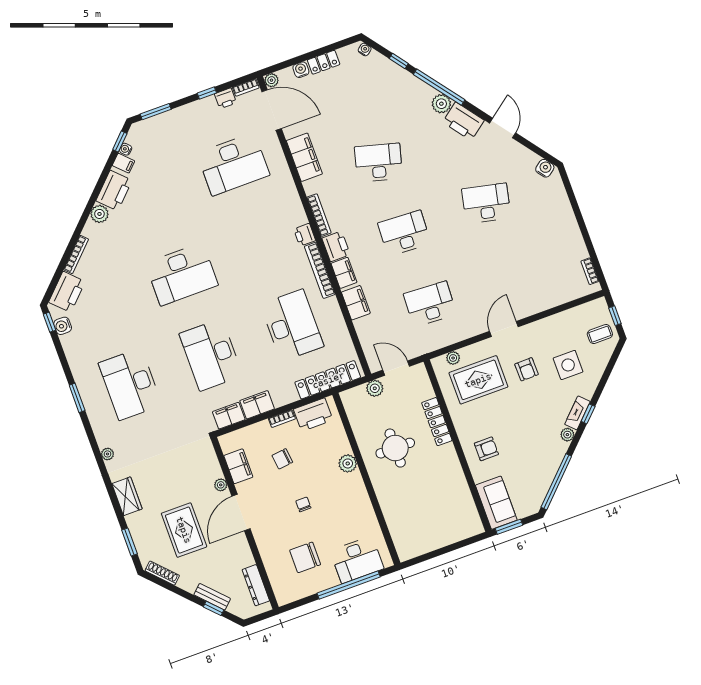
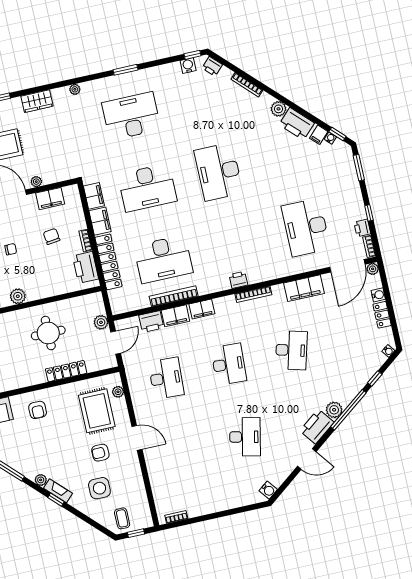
printer: (336, 246) -> (151, 322), moved
bookcase: (320, 270) -> (174, 296), moved
printer: (67, 292) -> (212, 66), width x0.53, depth x0.68
desk: (211, 355) -> (147, 188), turned 180
locker: (328, 380) -> (108, 262), moved
plant: (348, 463) -> (18, 296), moved

